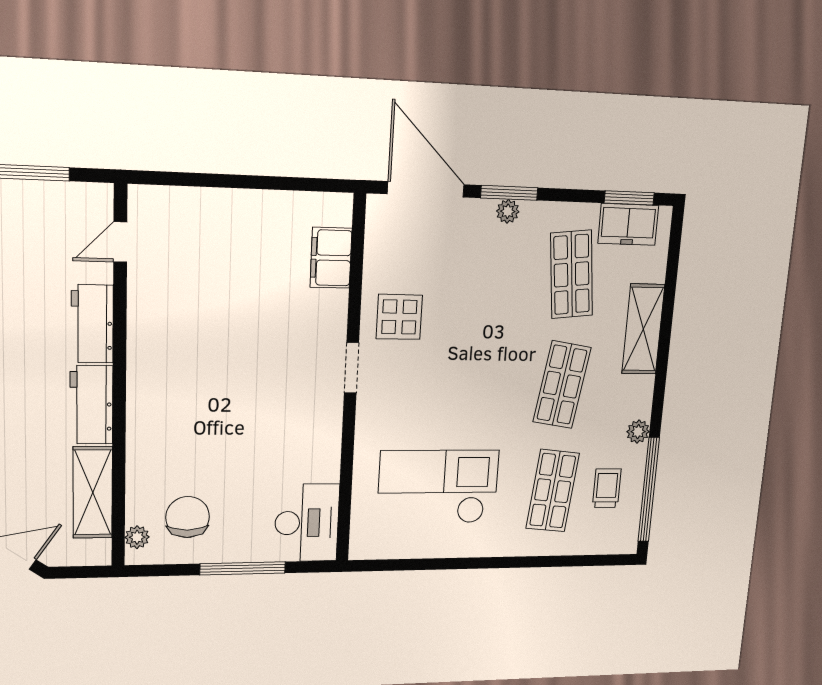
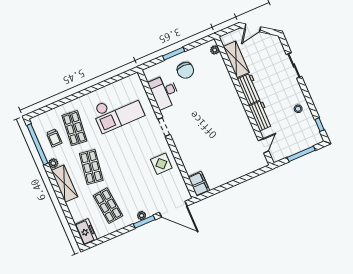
window: (629, 198) -> (101, 240), removed
freezer: (628, 224) -> (86, 232), moved, turned 90
filing cabinet: (331, 258) -> (199, 184), moved
shelving: (643, 329) -> (64, 184), moved
doorway: (351, 368) -> (164, 127), moved
chair: (188, 517) -> (185, 70), moved
desk: (307, 523) -> (164, 92), moved
window: (243, 568) -> (174, 54), width x0.69

